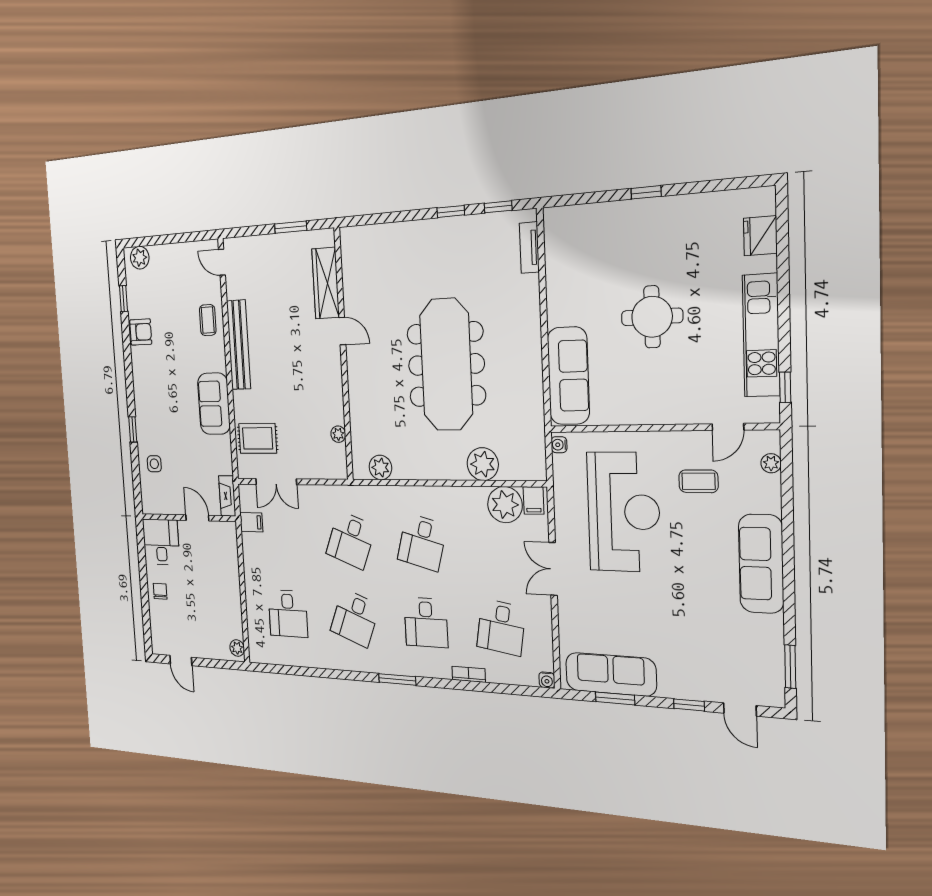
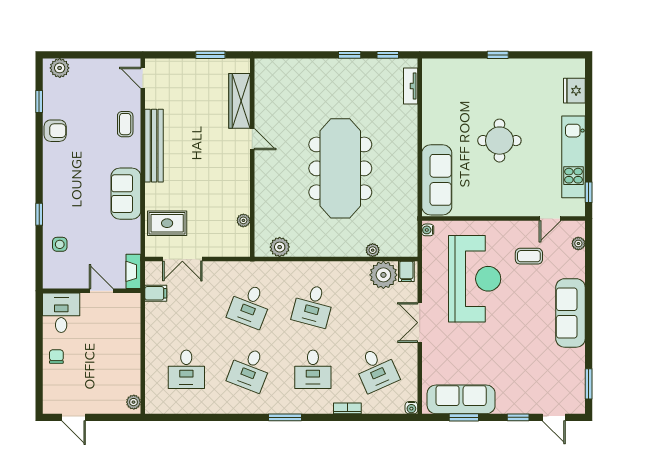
plant: (483, 464) -> (373, 250), width x0.53, depth x0.53
desk: (501, 627) -> (376, 369), turned -33

